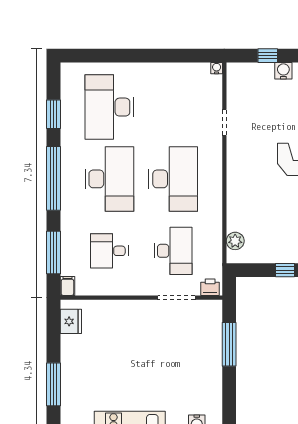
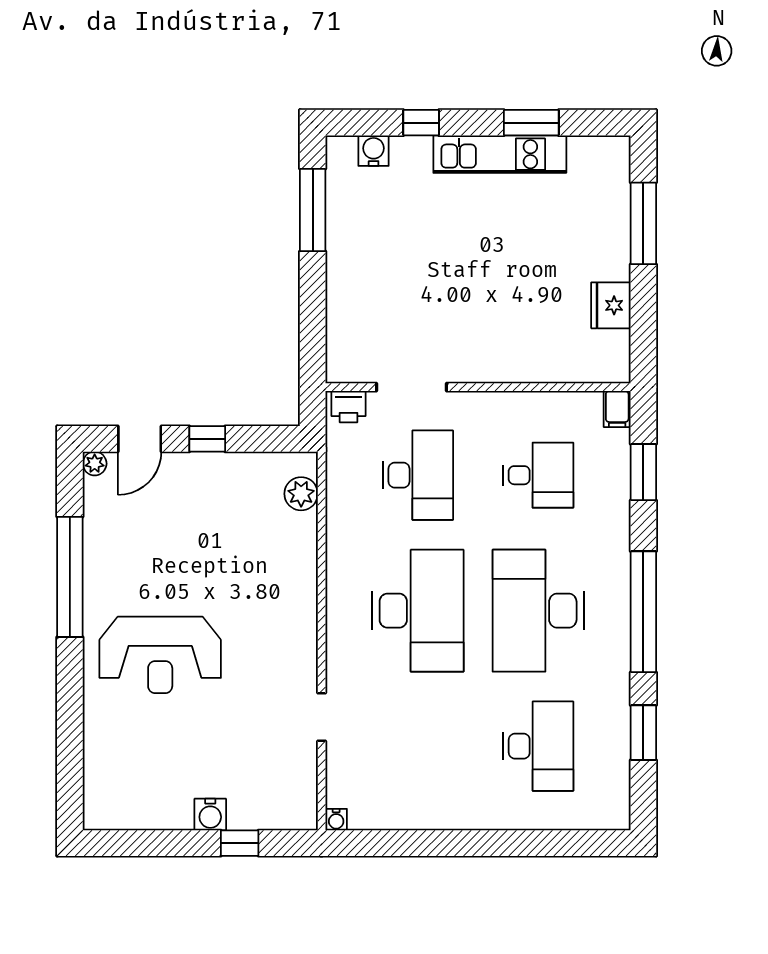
desk: (109, 107) -> (538, 746), width x0.73, depth x0.77
desk: (173, 179) -> (418, 611), turned 180
desk: (173, 251) -> (418, 475), turned 180
window: (54, 252) -> (643, 472), width x0.69
fridge: (71, 321) -> (611, 305), moved
window: (229, 344) -> (313, 210), moved

